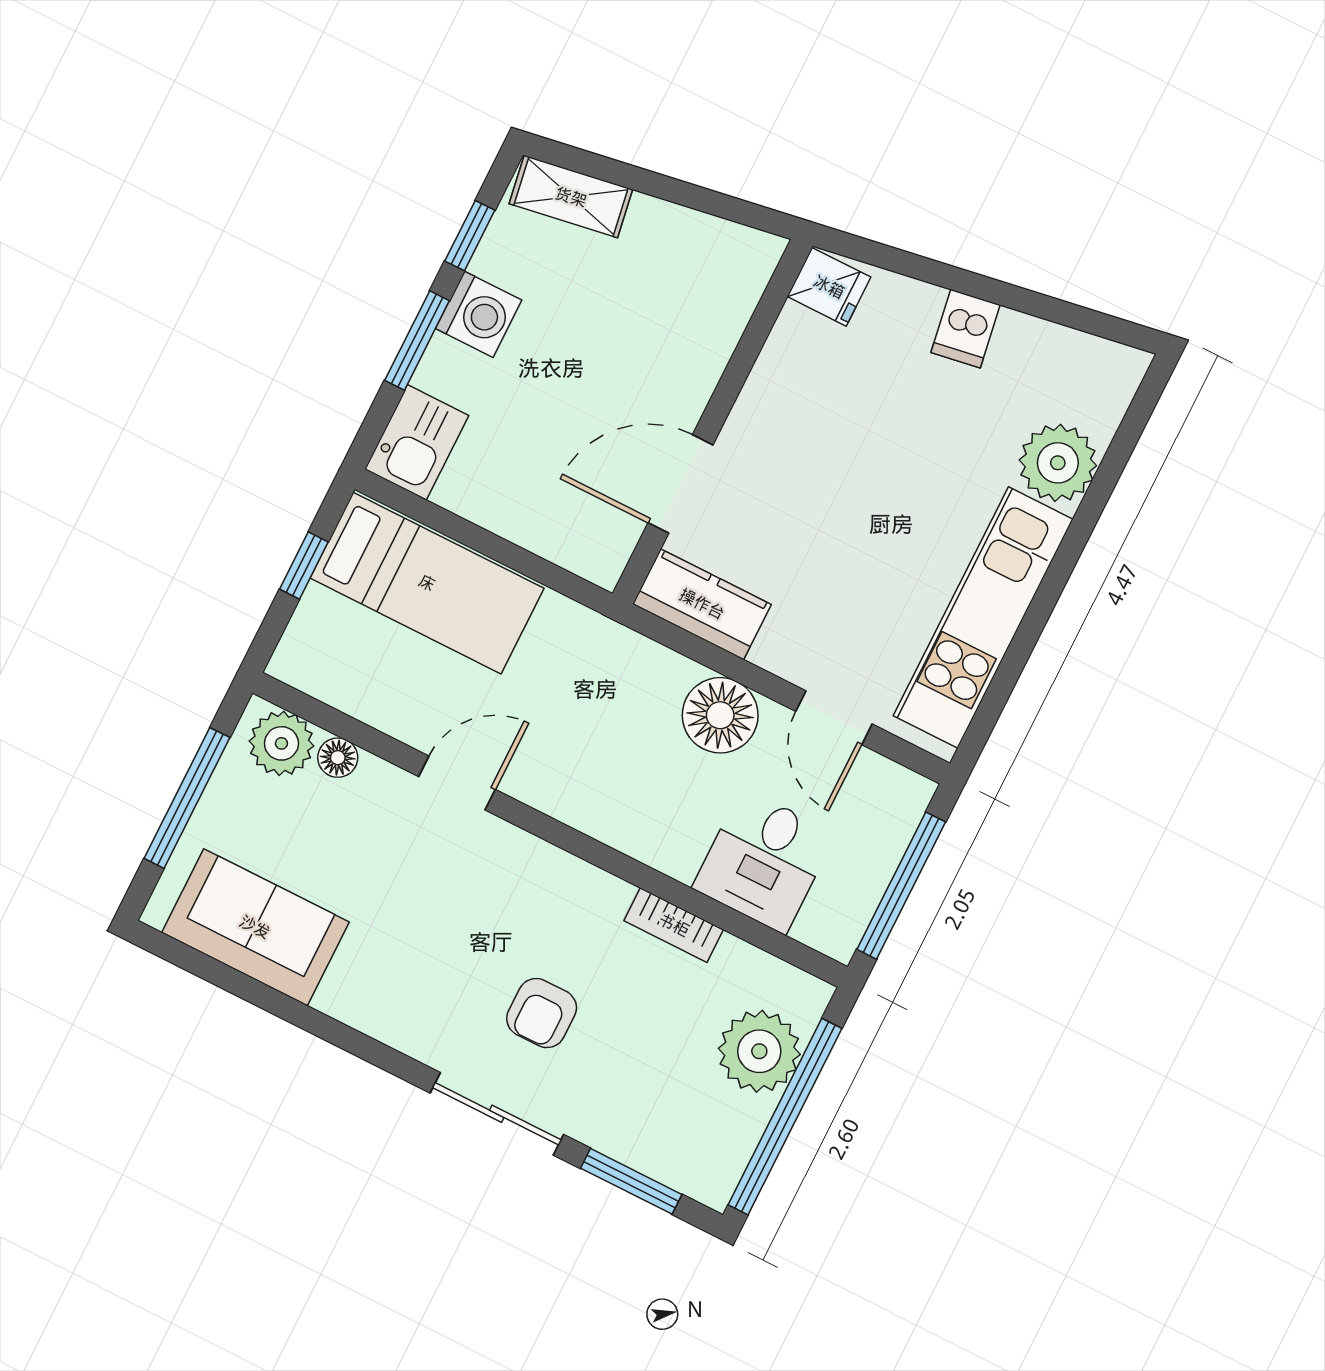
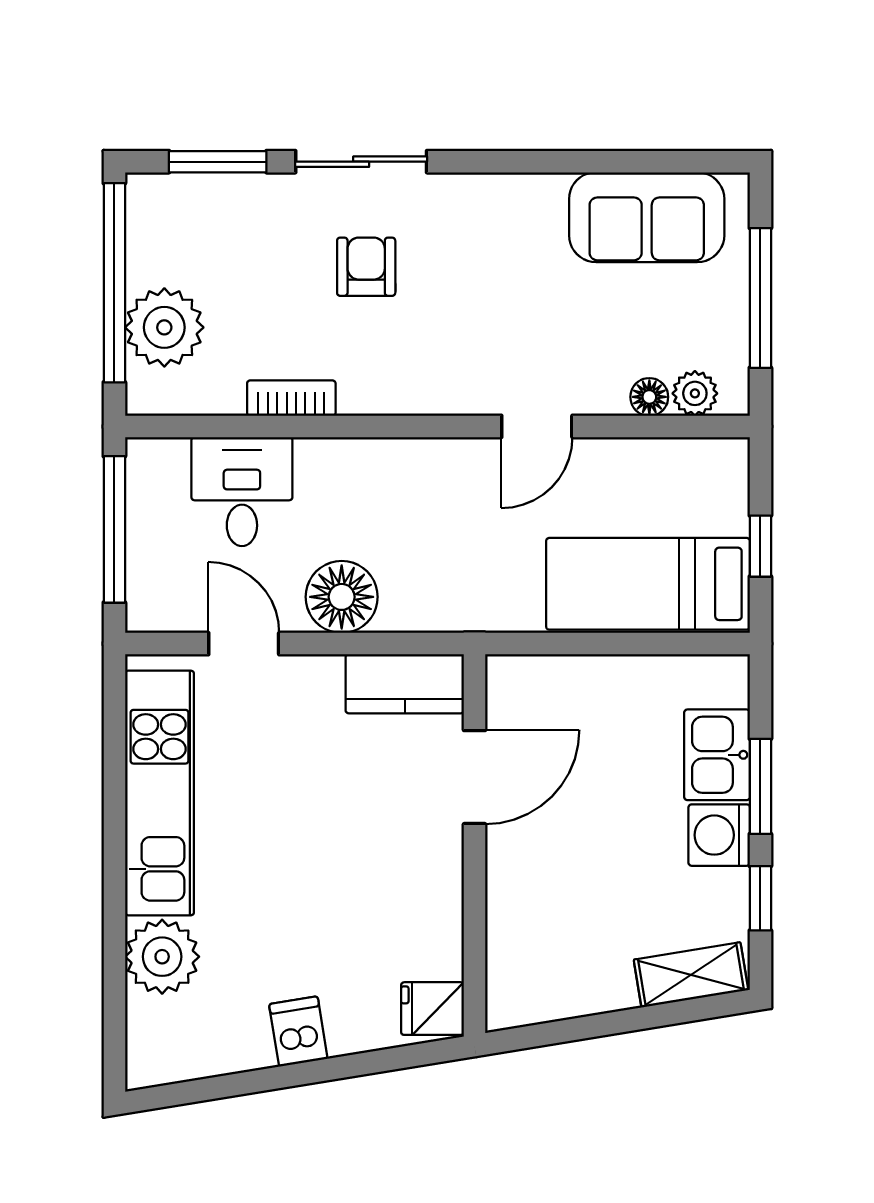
kitchen sink: (417, 442) -> (717, 755), moved
plant: (281, 743) -> (695, 393), width x0.73, depth x0.73

